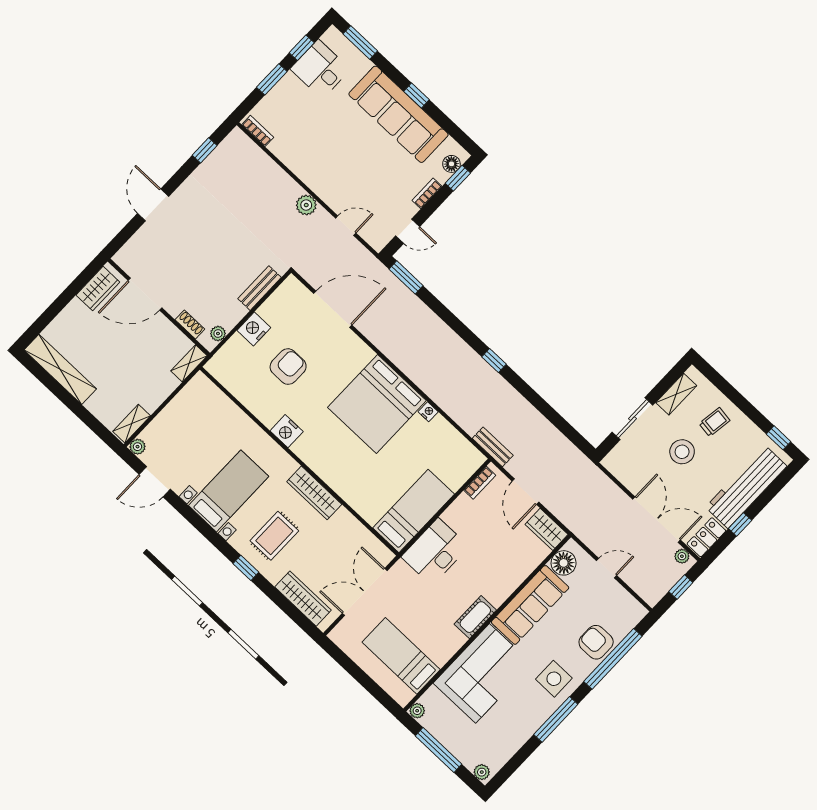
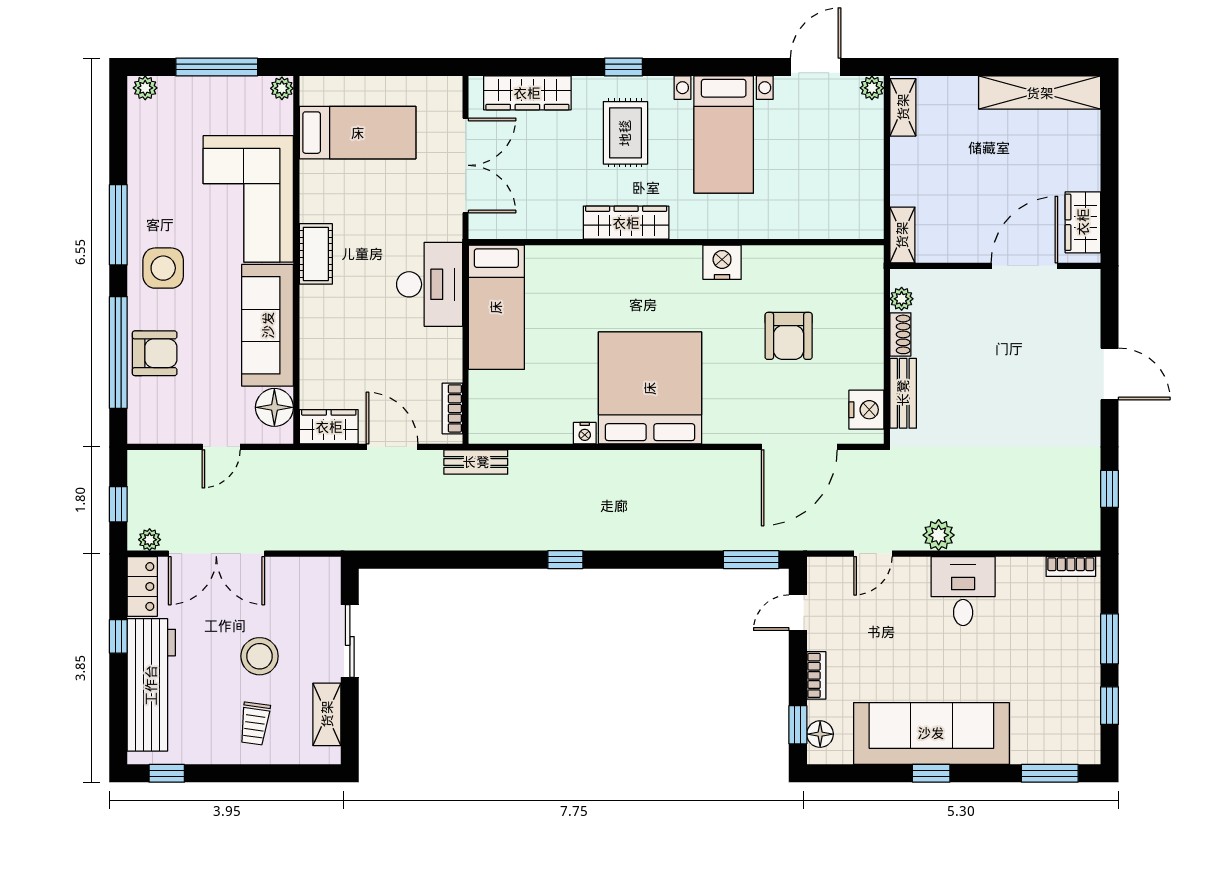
desk: (320, 69) -> (963, 591), moved, turned -90
shoe rack: (190, 324) -> (900, 334), moved, turned -90
nightstand: (254, 329) -> (866, 410), moved

